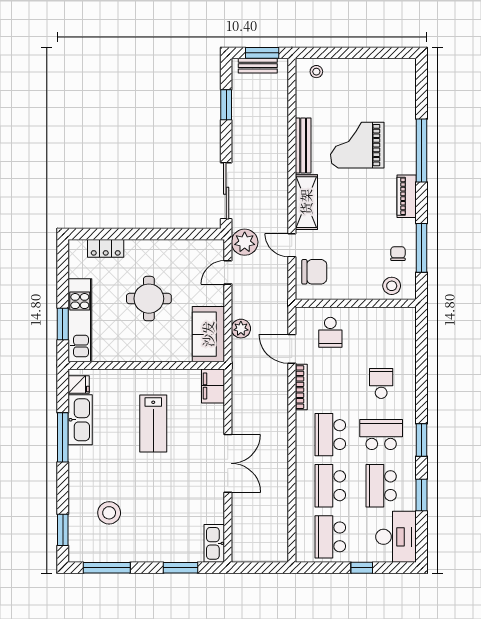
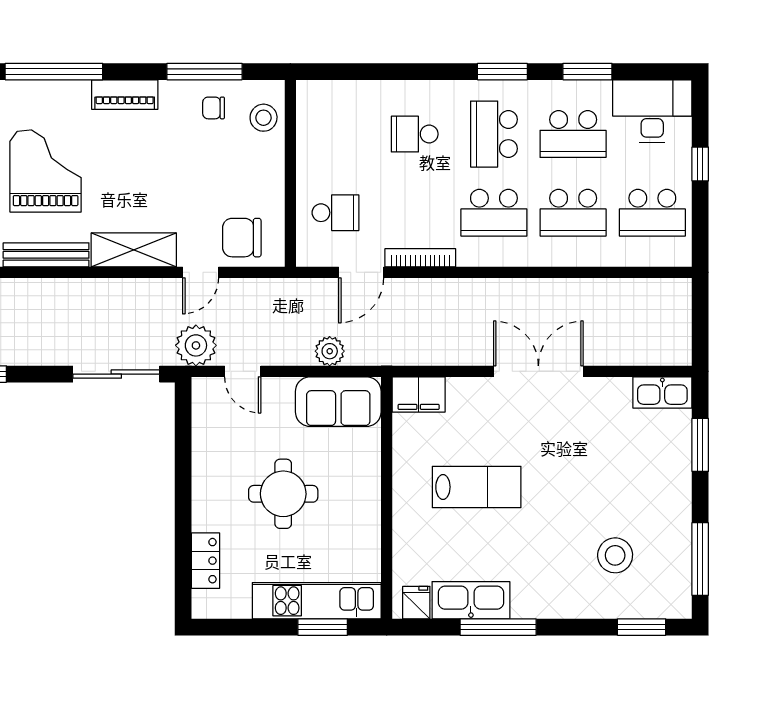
grand piano: (357, 145) -> (46, 171), turned 180
chair: (314, 272) -> (242, 238), turned -90

